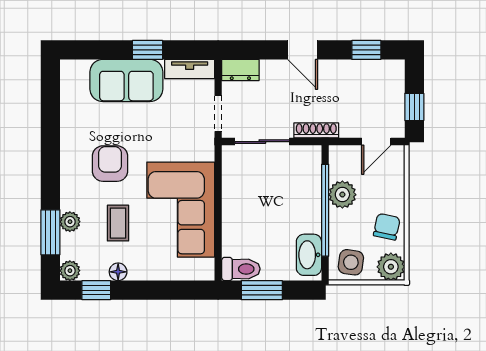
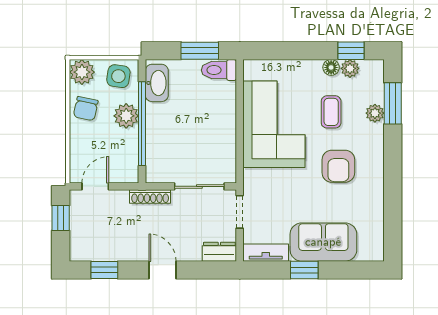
plant: (342, 195) -> (126, 116), moved
plant: (70, 271) -> (350, 68), moved

